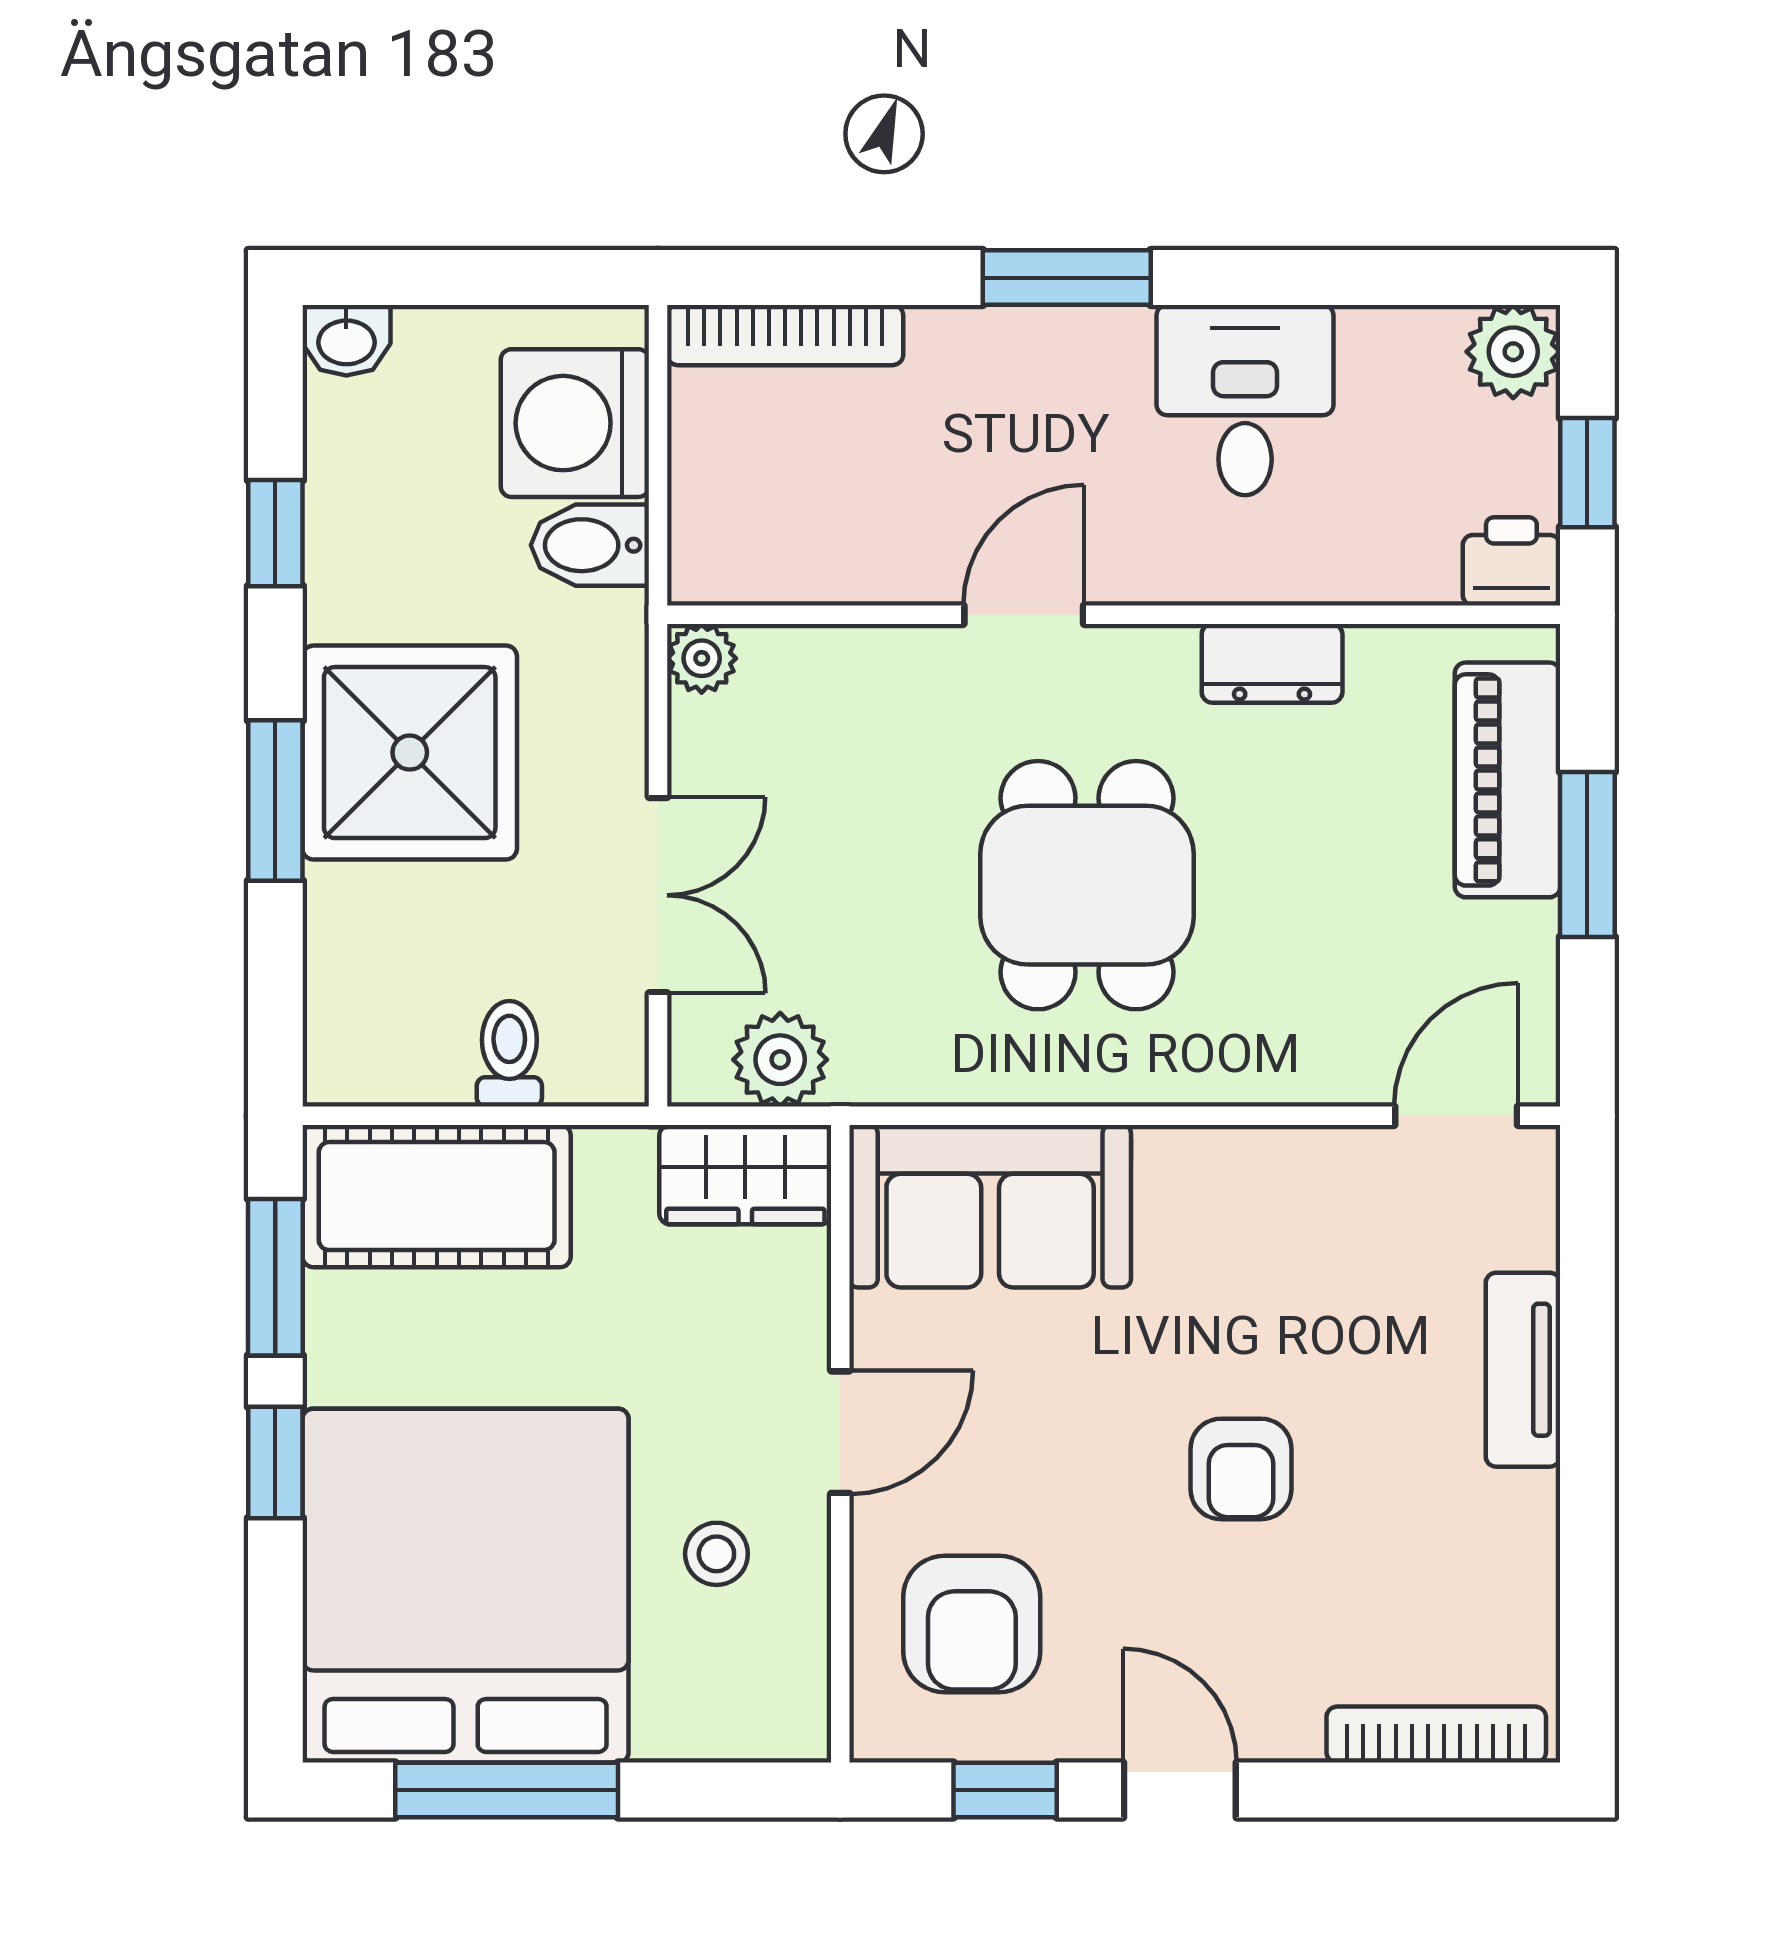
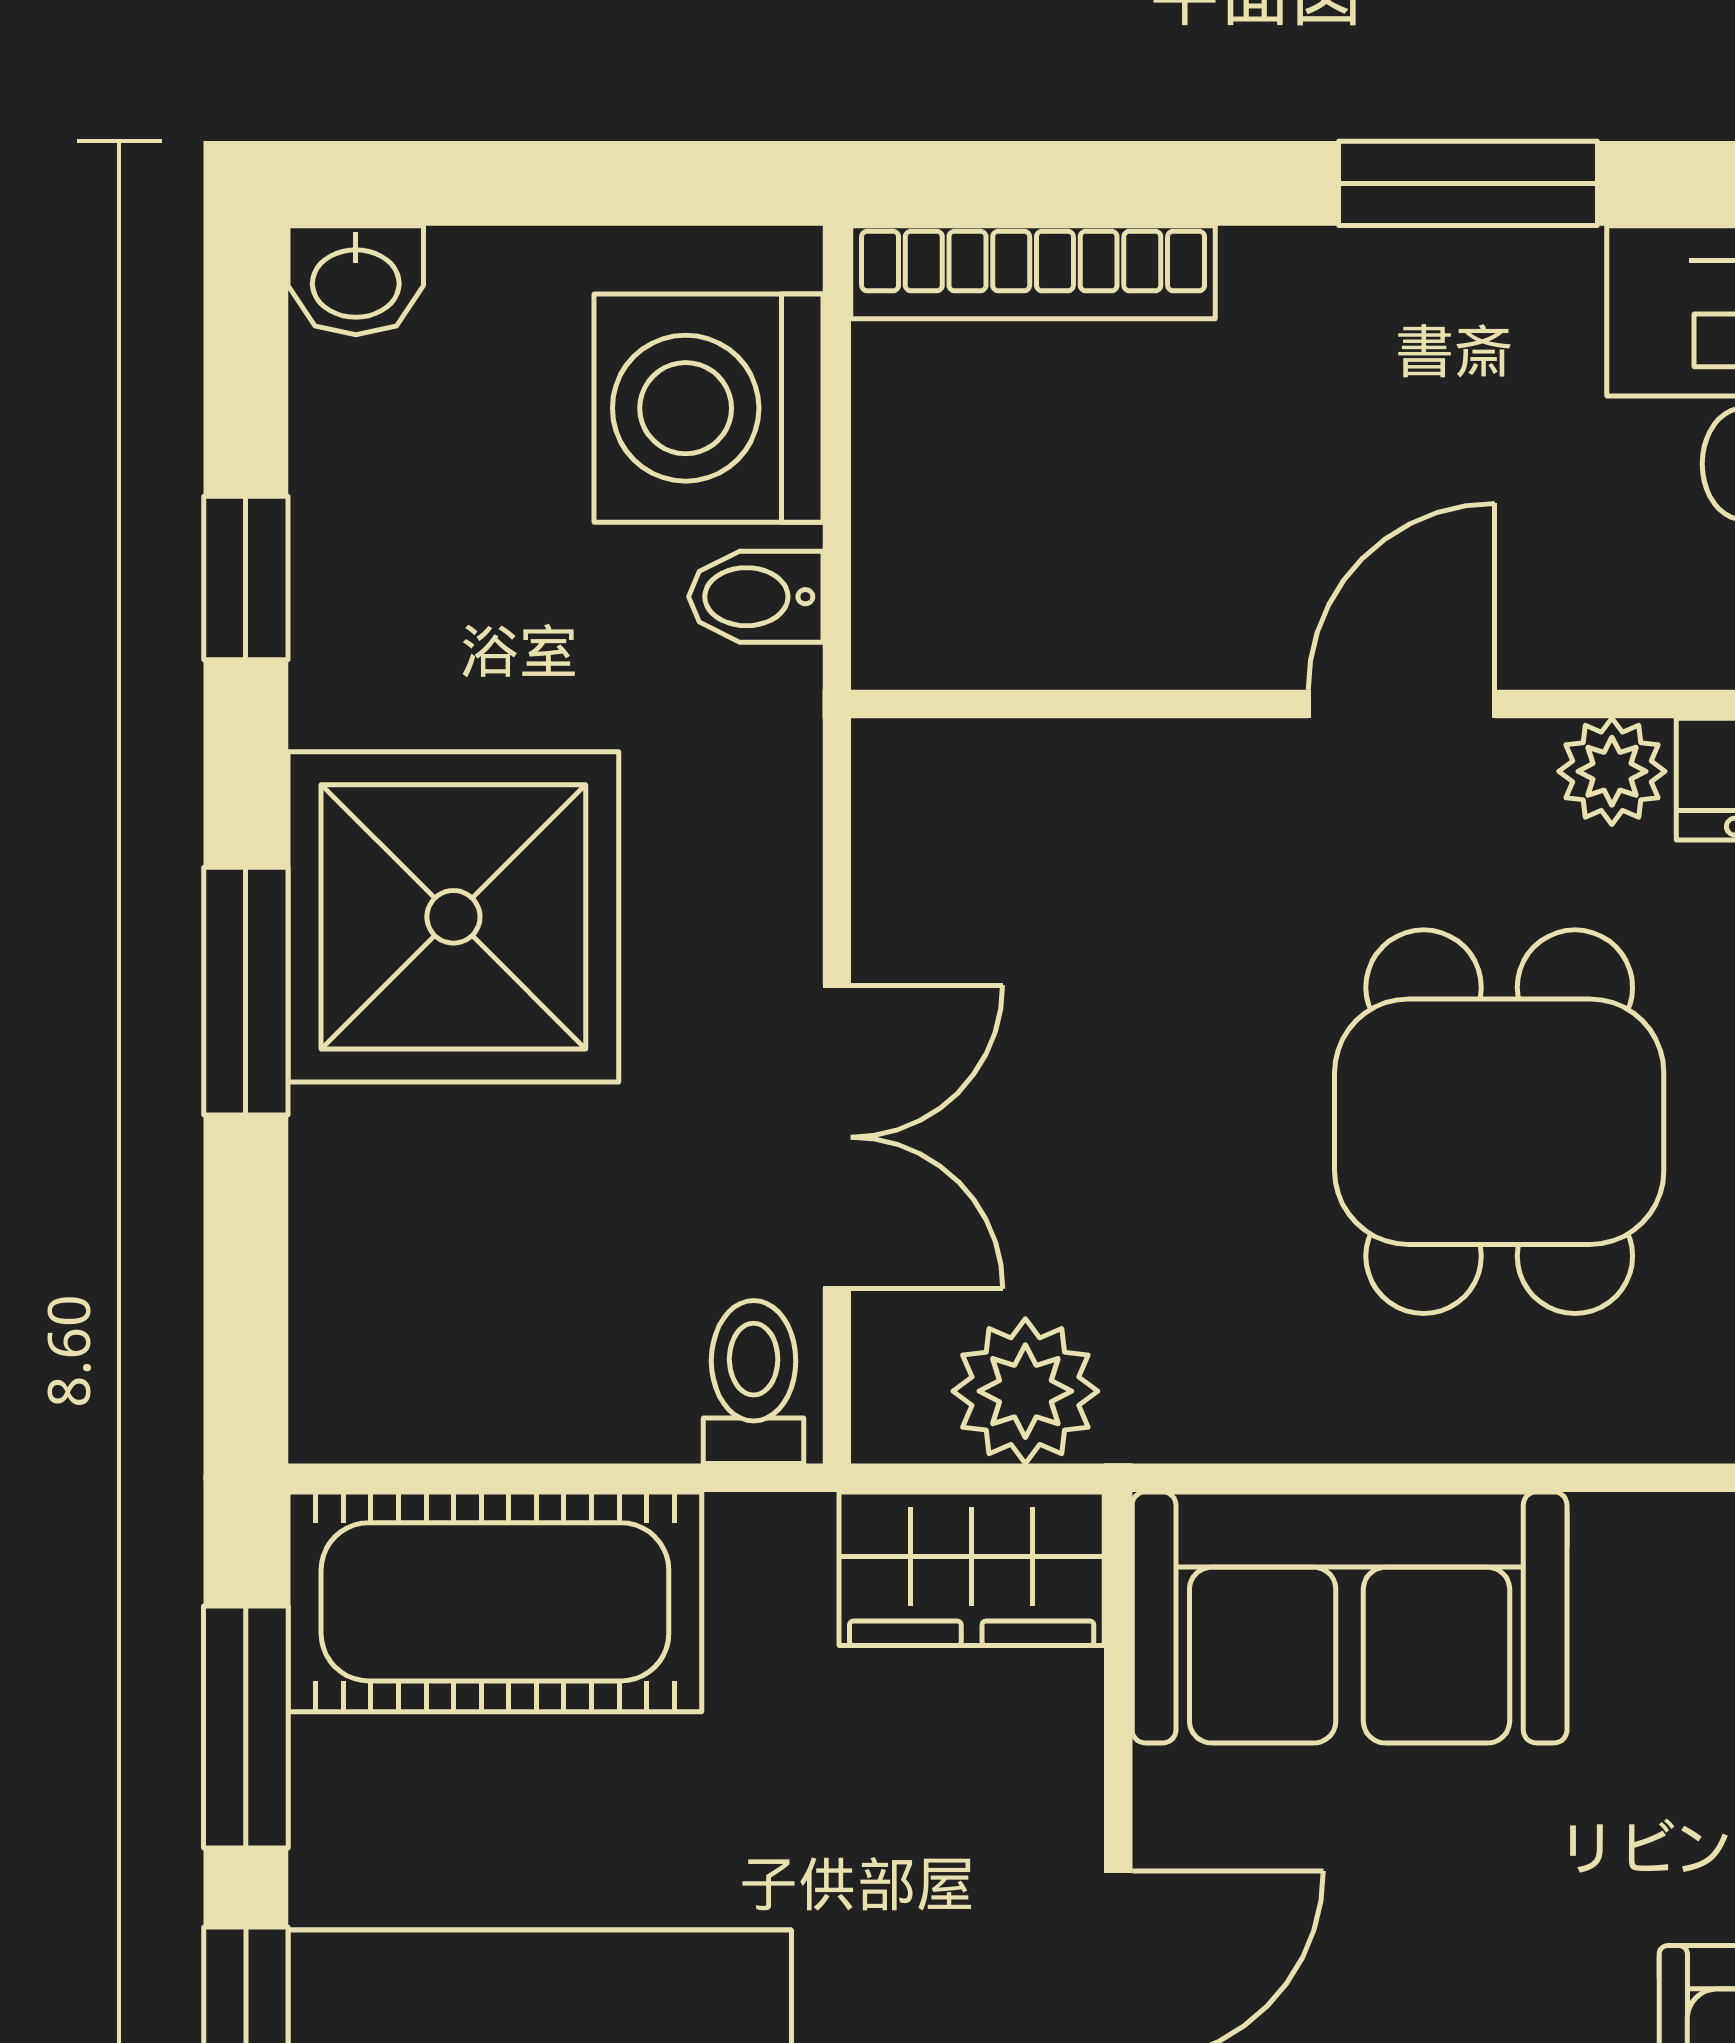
bidet: (590, 545) -> (756, 597), width x0.72, depth x0.74
plant: (702, 658) -> (1612, 771), moved
toilet: (509, 1054) -> (754, 1382), moved

